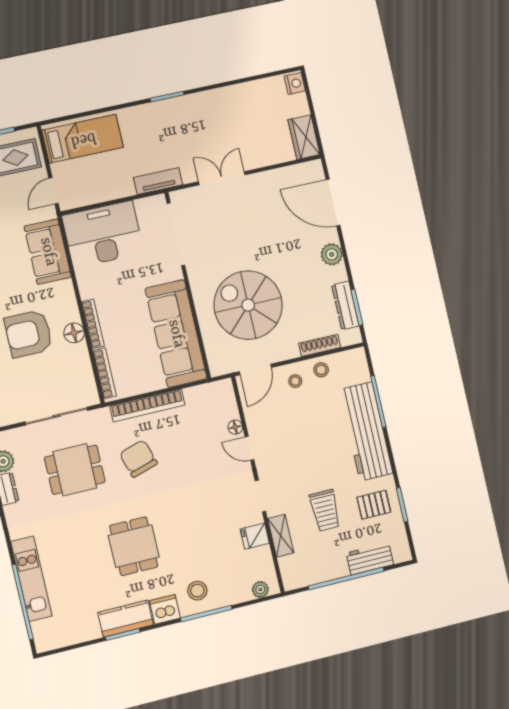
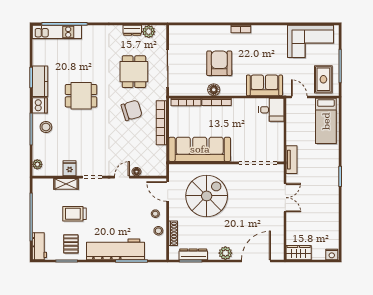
desk: (103, 234) -> (271, 110), width x0.53, depth x0.77
workbench: (370, 559) -> (39, 246), moved
kitchen unit: (31, 579) -> (57, 32), moved

